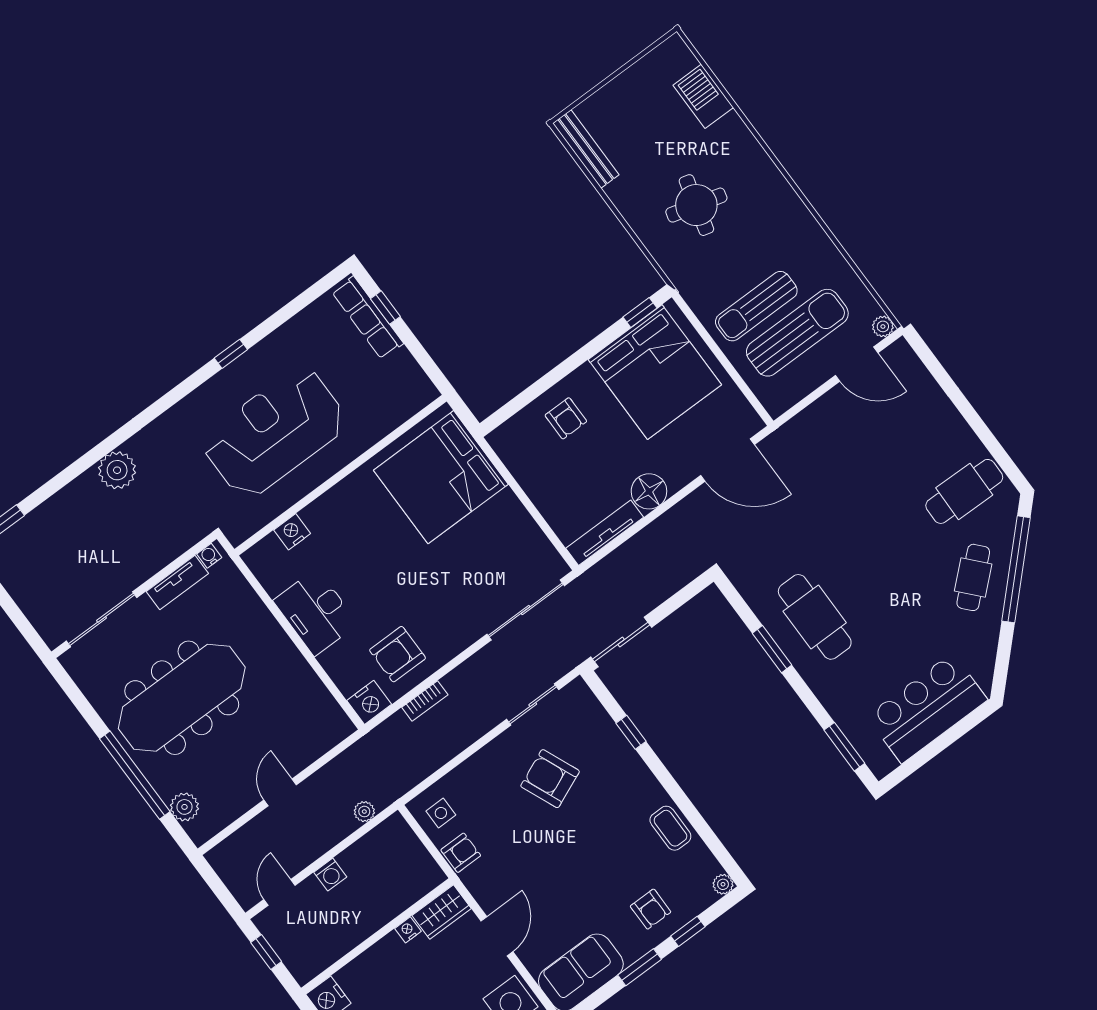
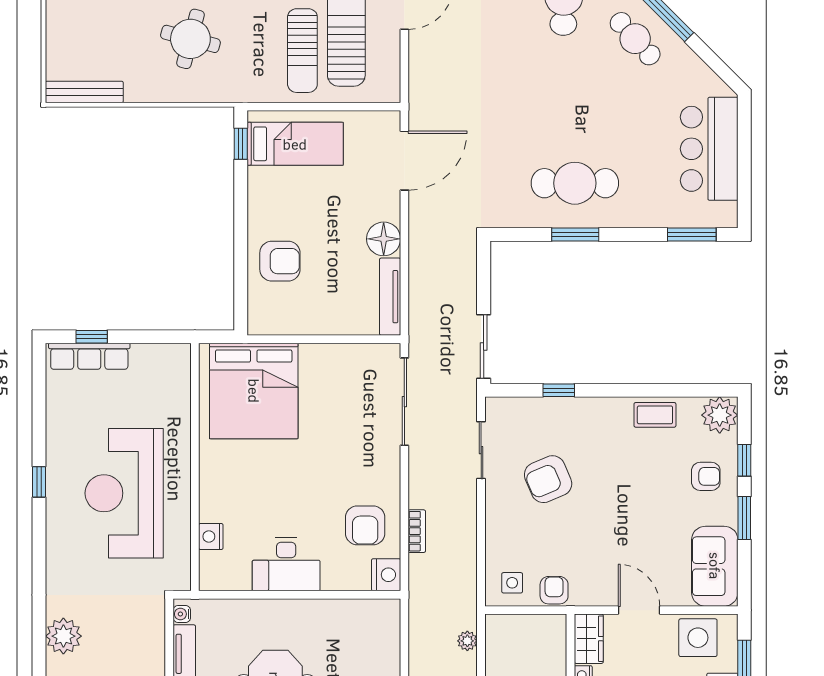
bed: (655, 372) -> (295, 144), width x0.49
armchair: (566, 418) -> (280, 261), width x1.38, depth x1.38
plant: (723, 884) -> (720, 415), width x1.87, depth x1.87

